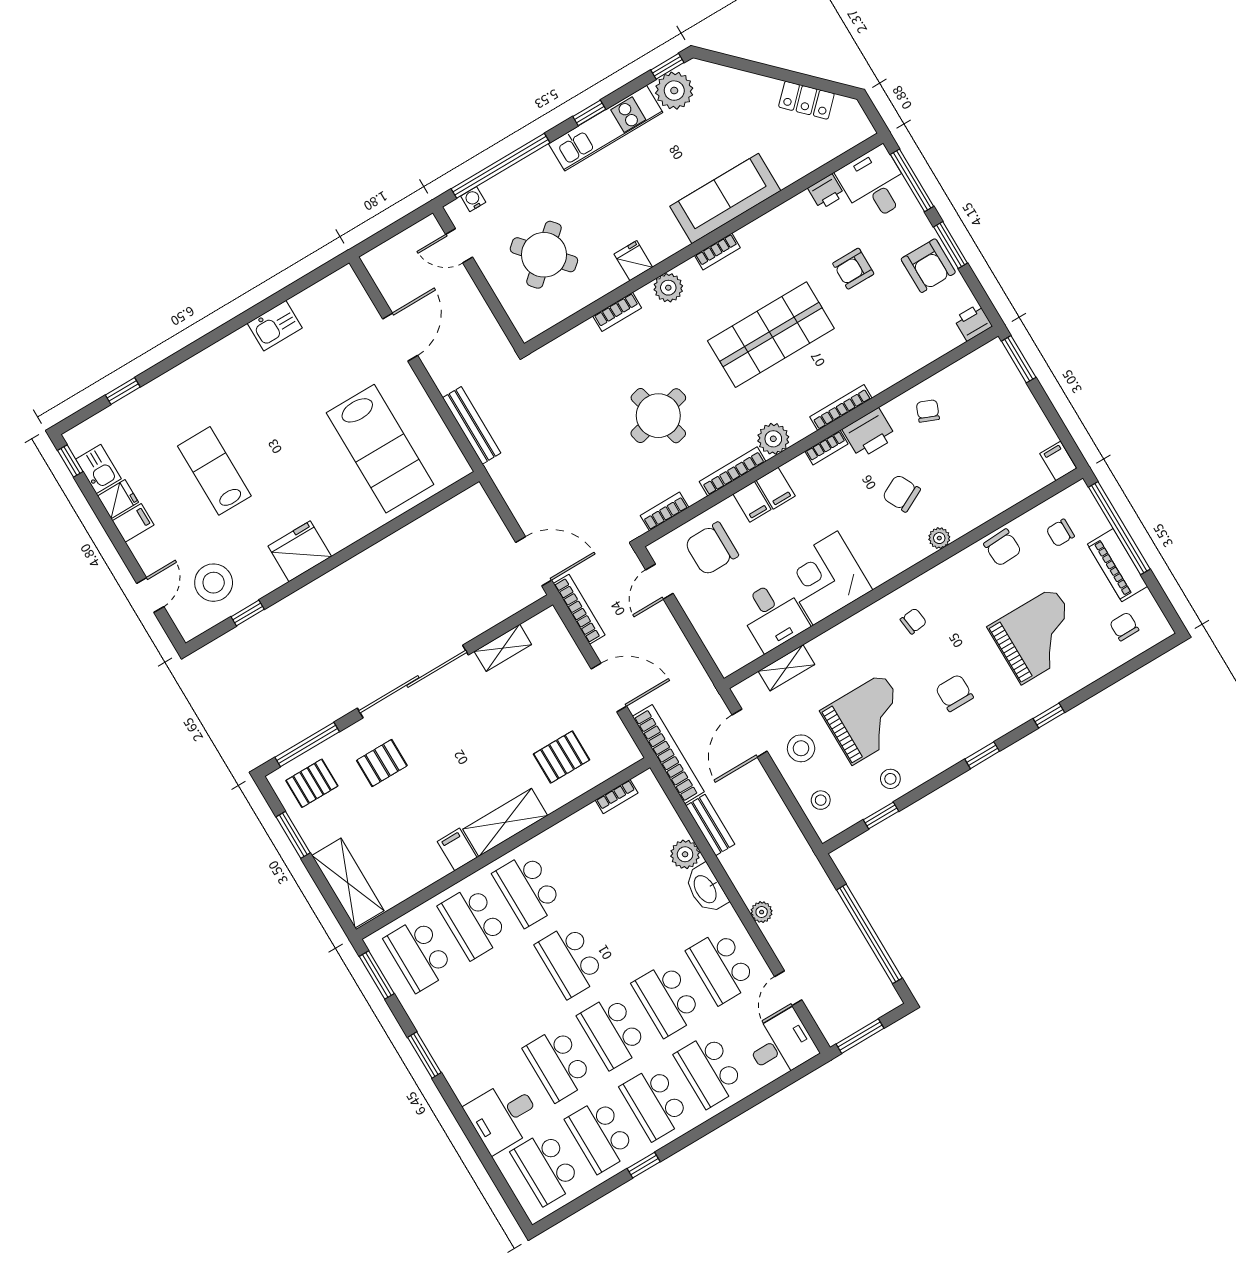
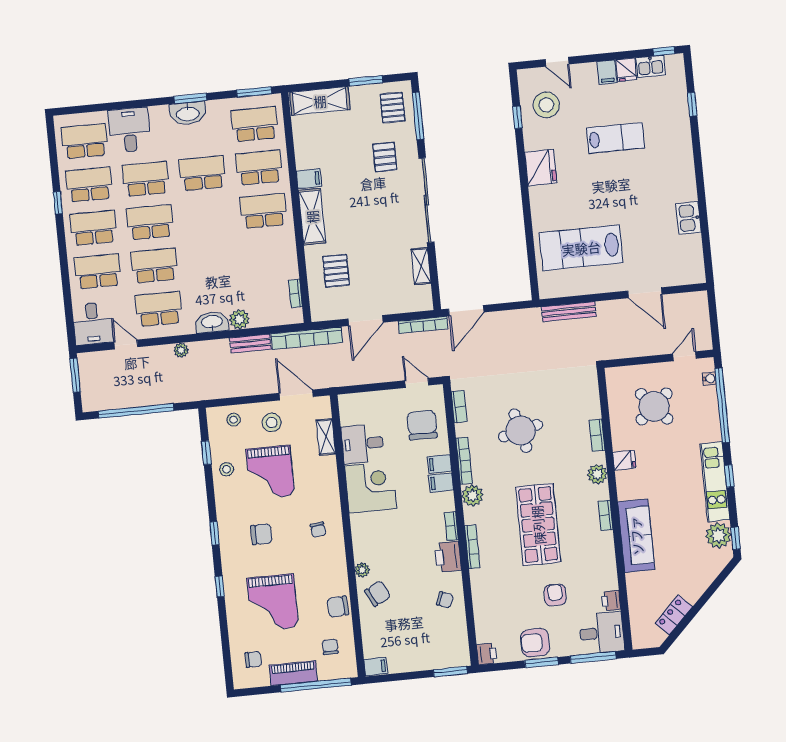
chair: (901, 493) -> (378, 594), moved
school desk: (570, 961) -> (202, 173), moved
washbasin: (446, 1049) -> (188, 113), added

